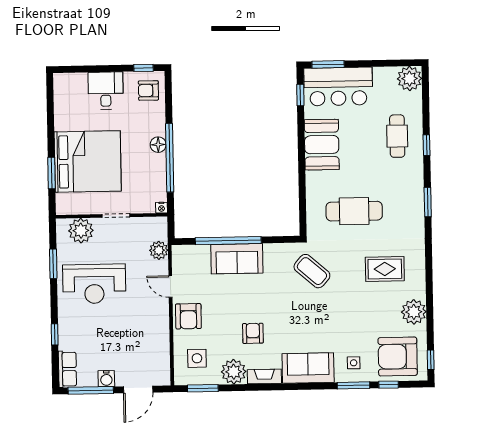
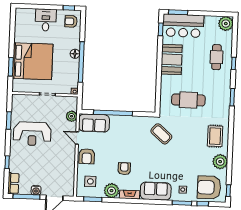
plant: (81, 231) -> (26, 102), removed
sofa: (237, 259) -> (94, 123), moved
rug: (385, 269) -> (215, 136), moved, turned 90

